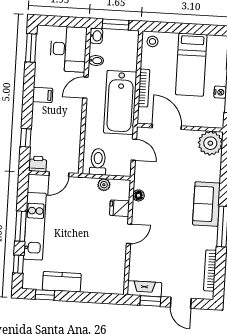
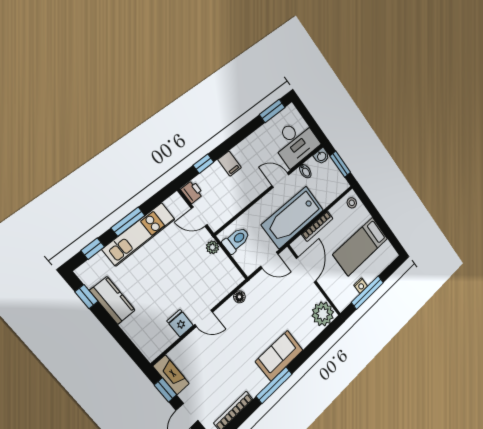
filing cabinet: (43, 95) -> (230, 164), moved
door: (134, 150) -> (269, 260), hinge flipped
plant: (104, 185) -> (212, 247), moved
fridge: (119, 208) -> (180, 323), moved

